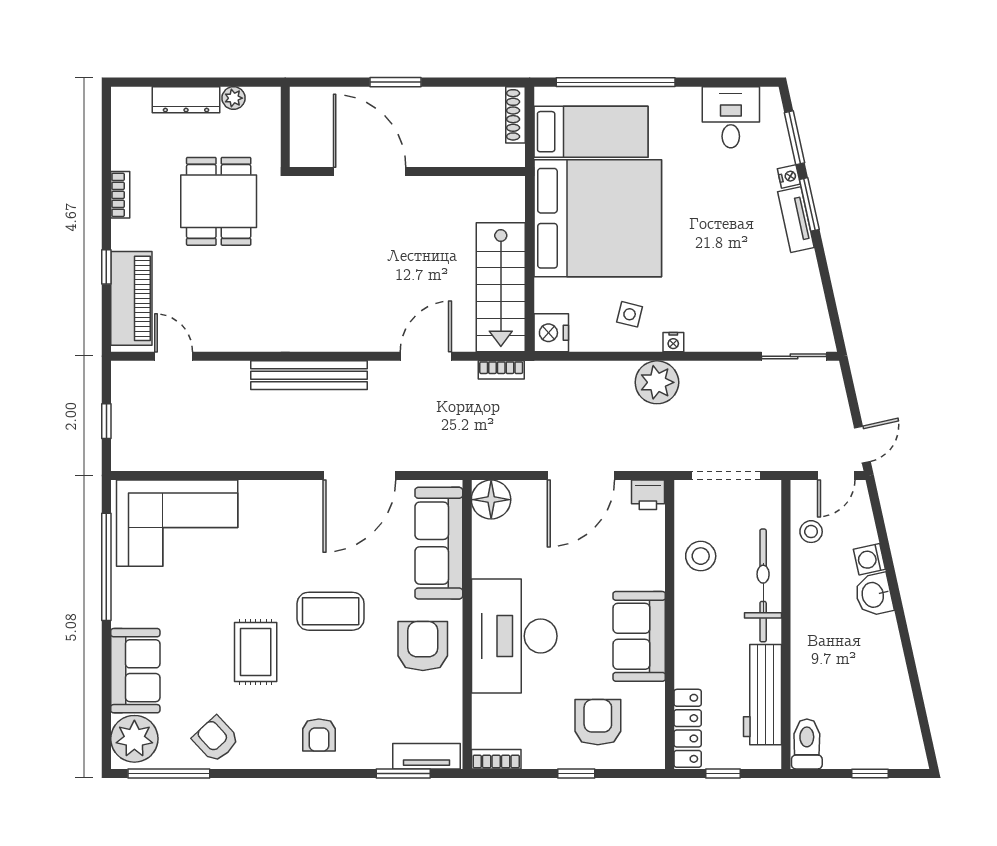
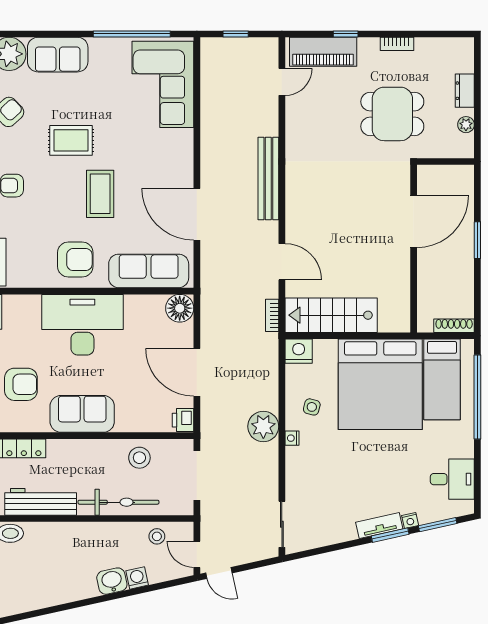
dresser: (186, 100) -> (465, 91), width x0.70

